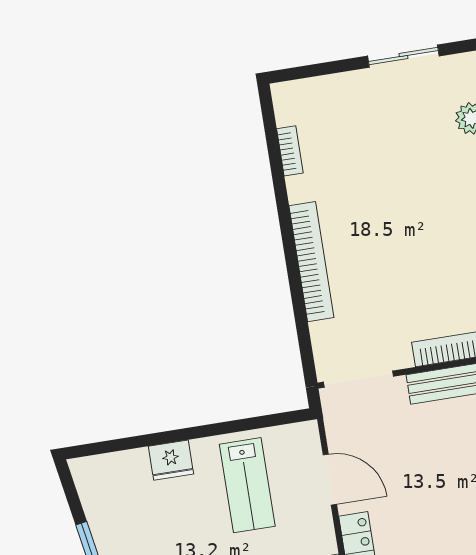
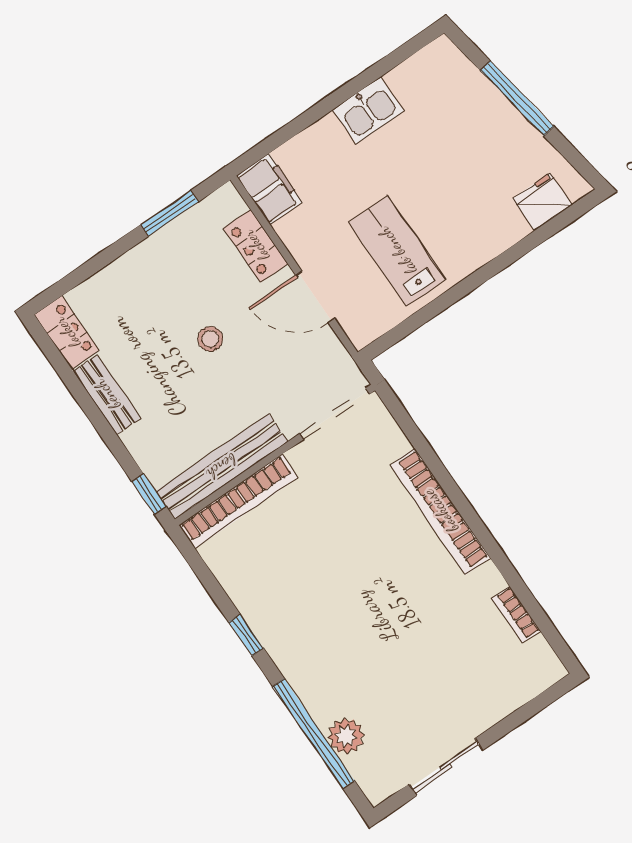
fridge: (171, 460) -> (542, 202), moved
stool: (429, 486) -> (210, 339), added

